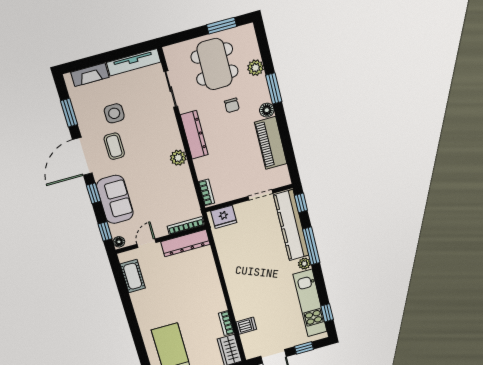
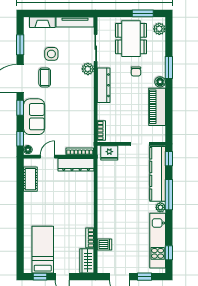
plant: (256, 68) -> (159, 29), moved
plant: (178, 158) -> (88, 69), moved

